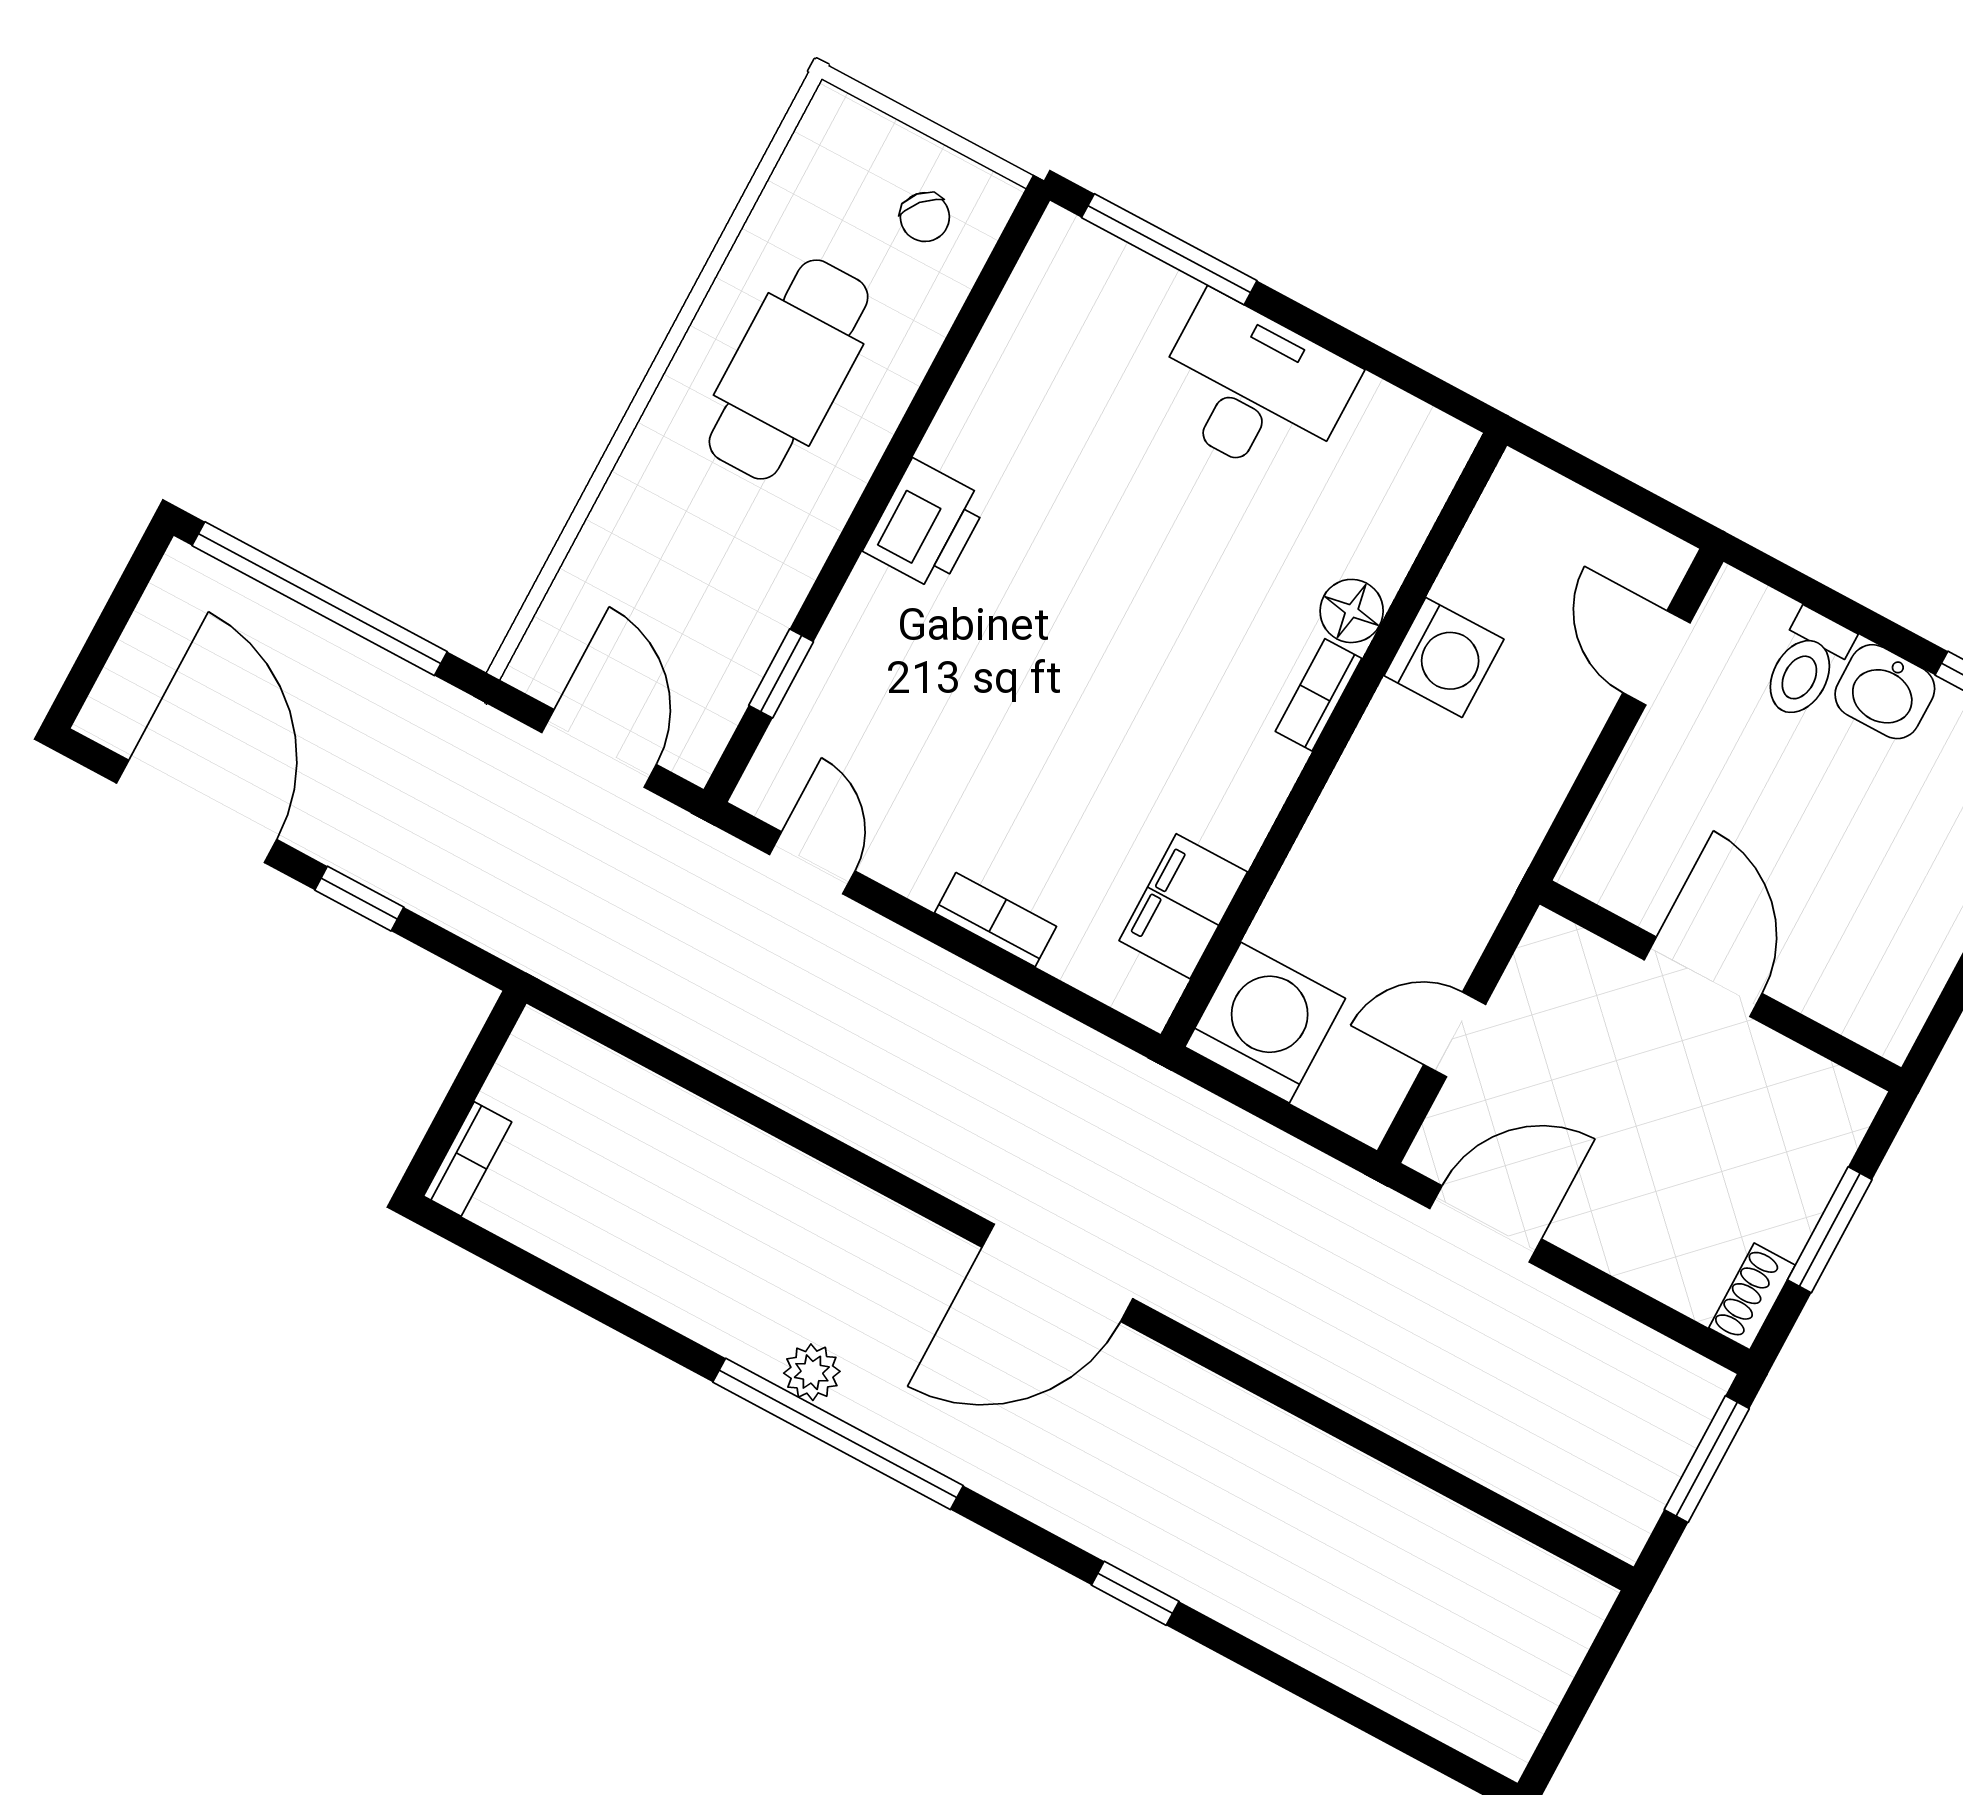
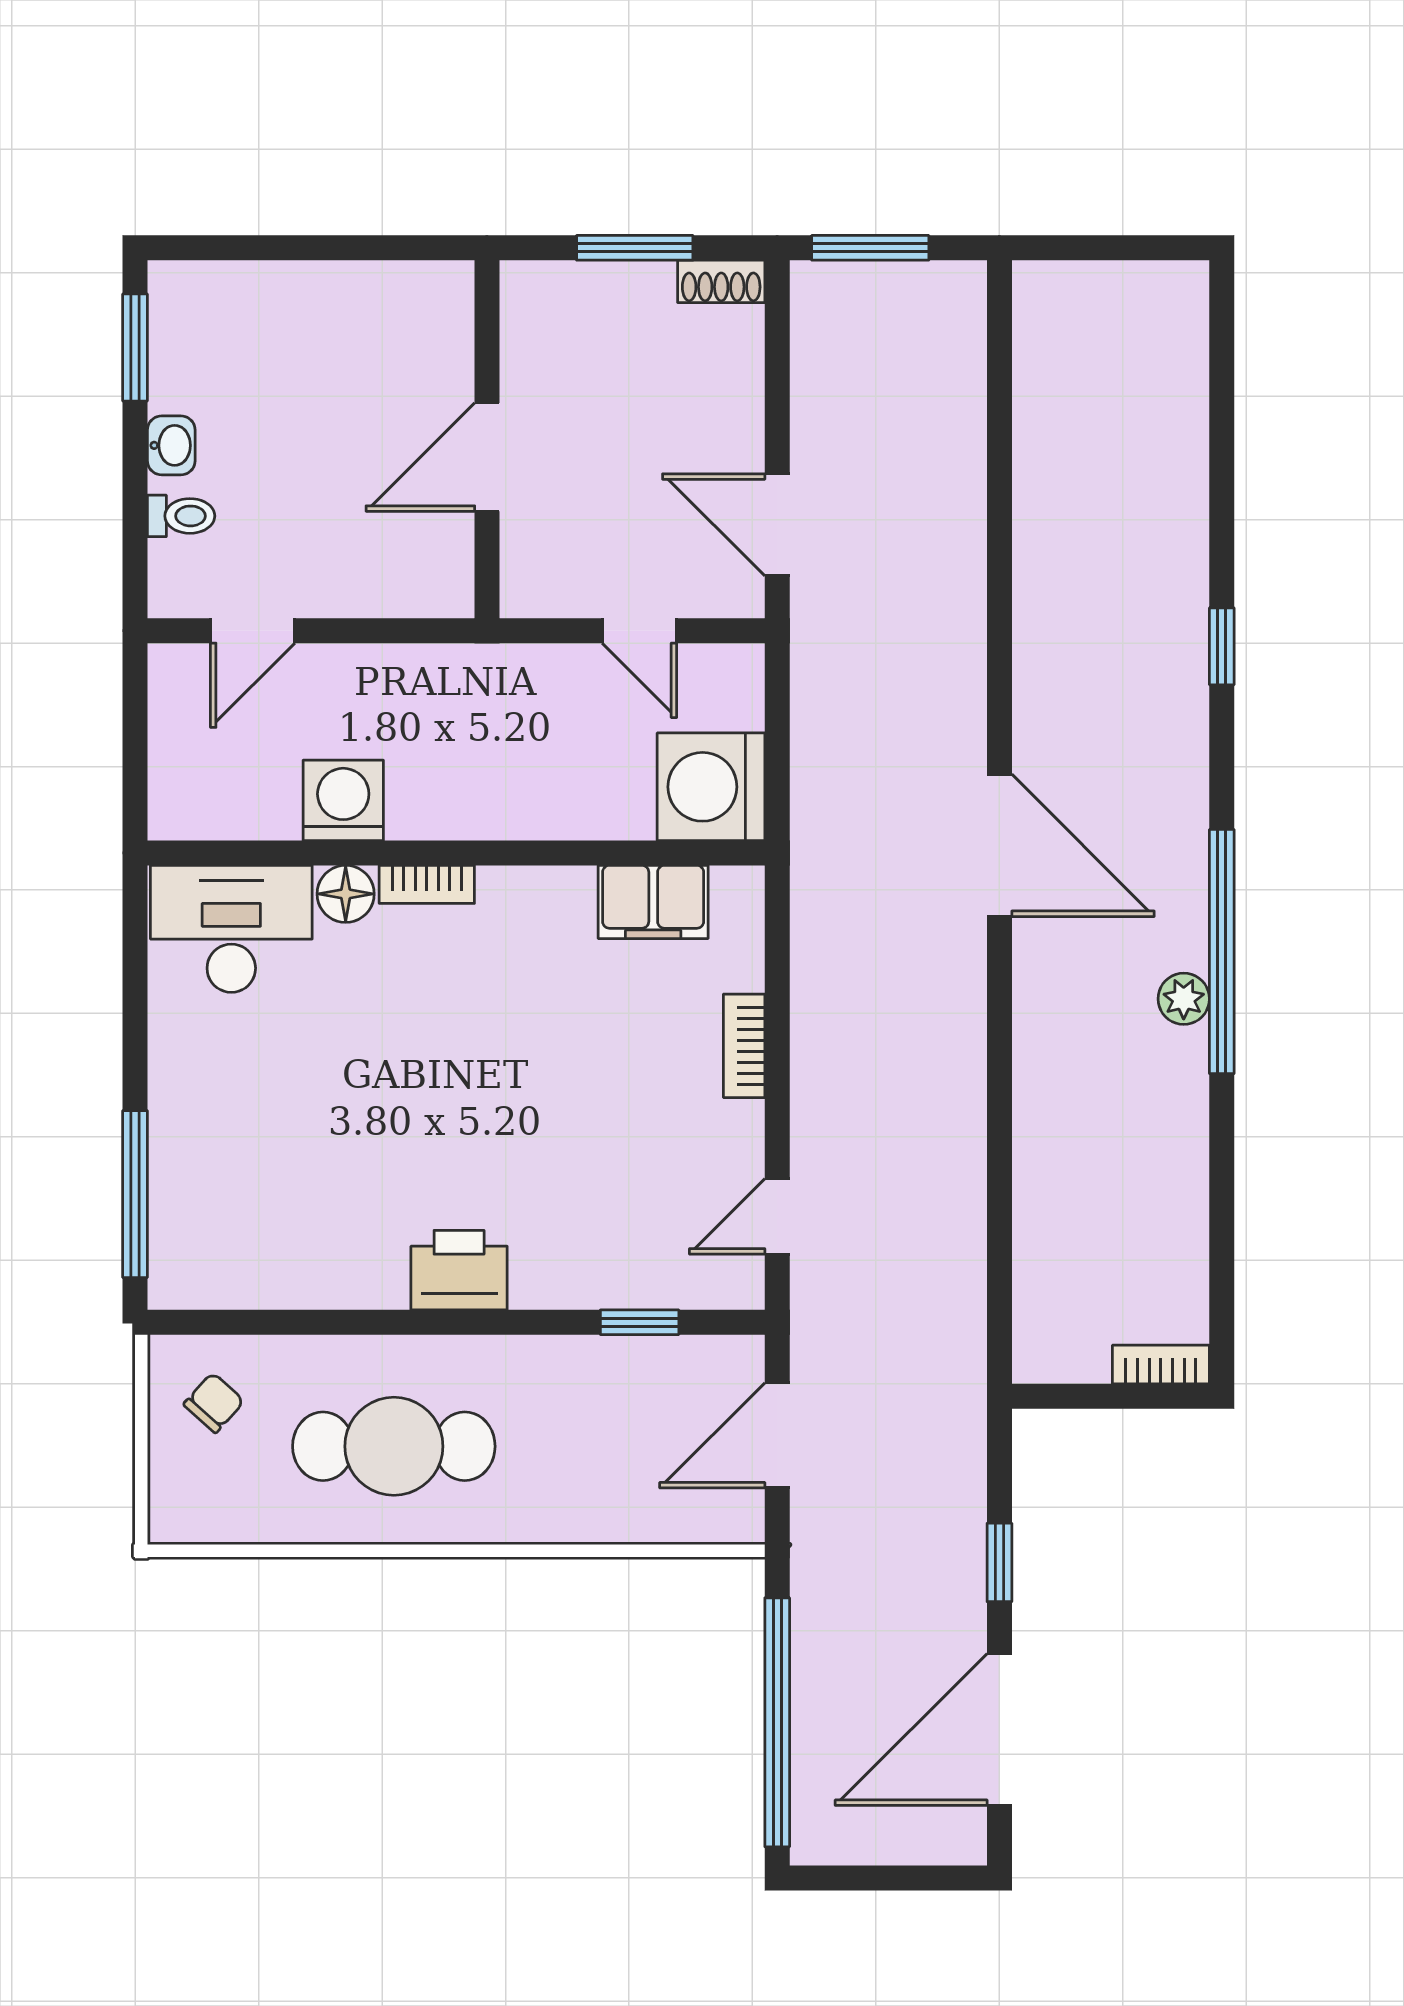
desk: (1253, 389) -> (231, 929), moved, turned 90
toilet: (1806, 665) -> (181, 516), width x0.73, depth x0.72
washbasin: (1885, 692) -> (171, 445), width x0.72, depth x0.69

